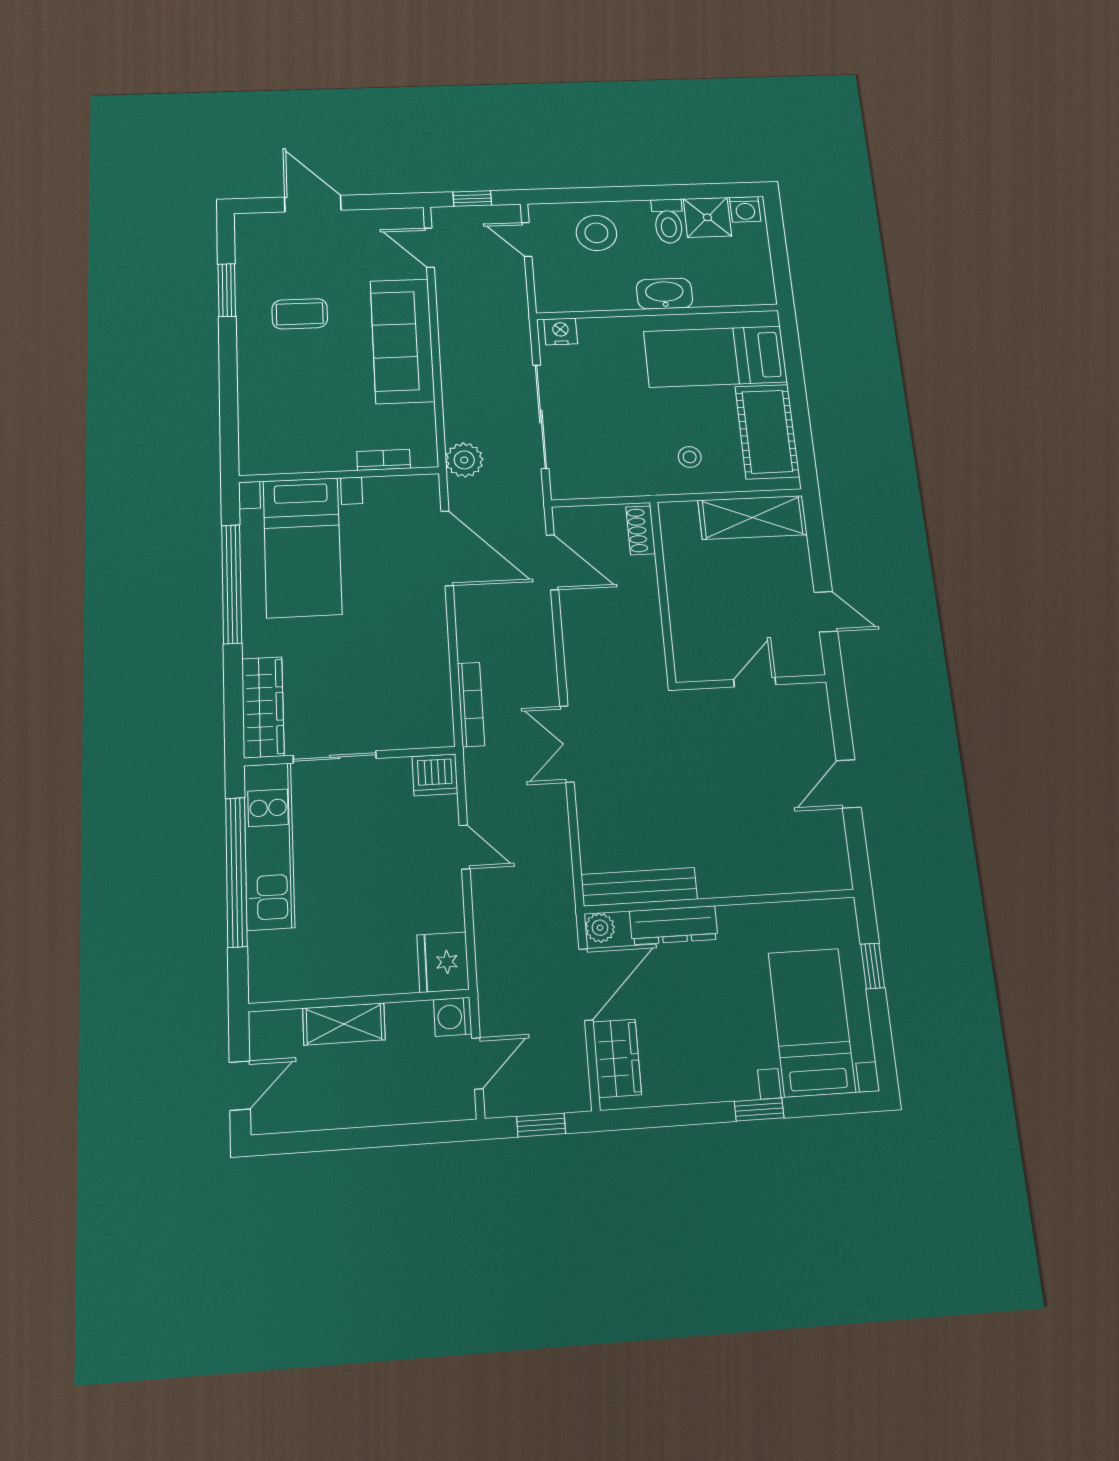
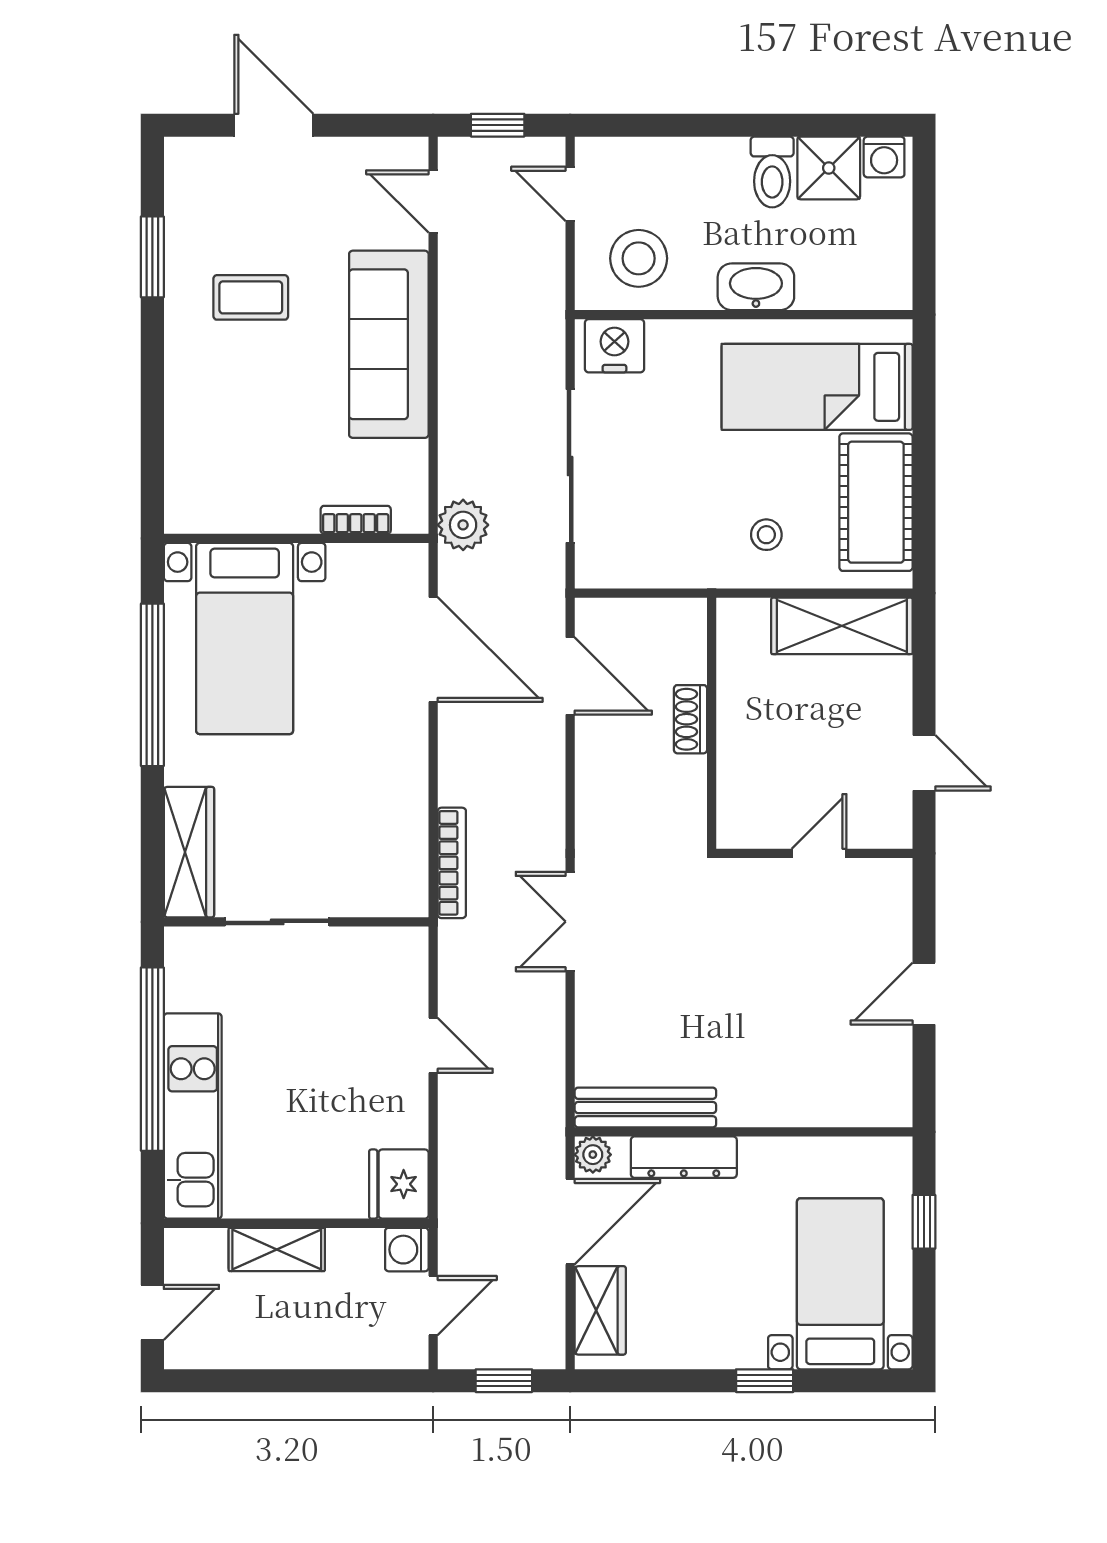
stool: (596, 233) -> (639, 258), moved
nightstand: (561, 331) -> (614, 346), width x1.36, depth x1.33
shoe rack: (641, 530) -> (690, 719), moved
dishwasher: (435, 775) -> (401, 952), removed
kitchen unit: (269, 846) -> (193, 1116), moved

